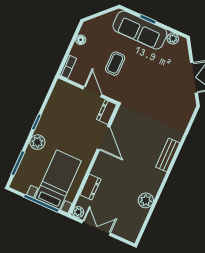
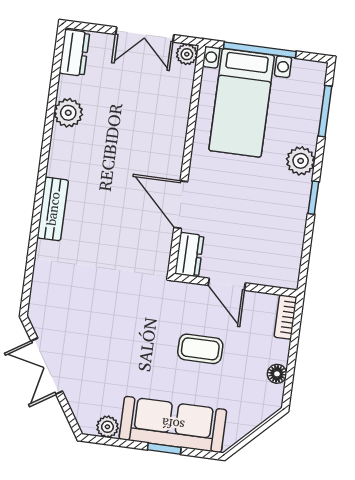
coffee table: (115, 64) -> (200, 349), turned 90
dresser: (90, 187) -> (74, 53), moved, turned 180

